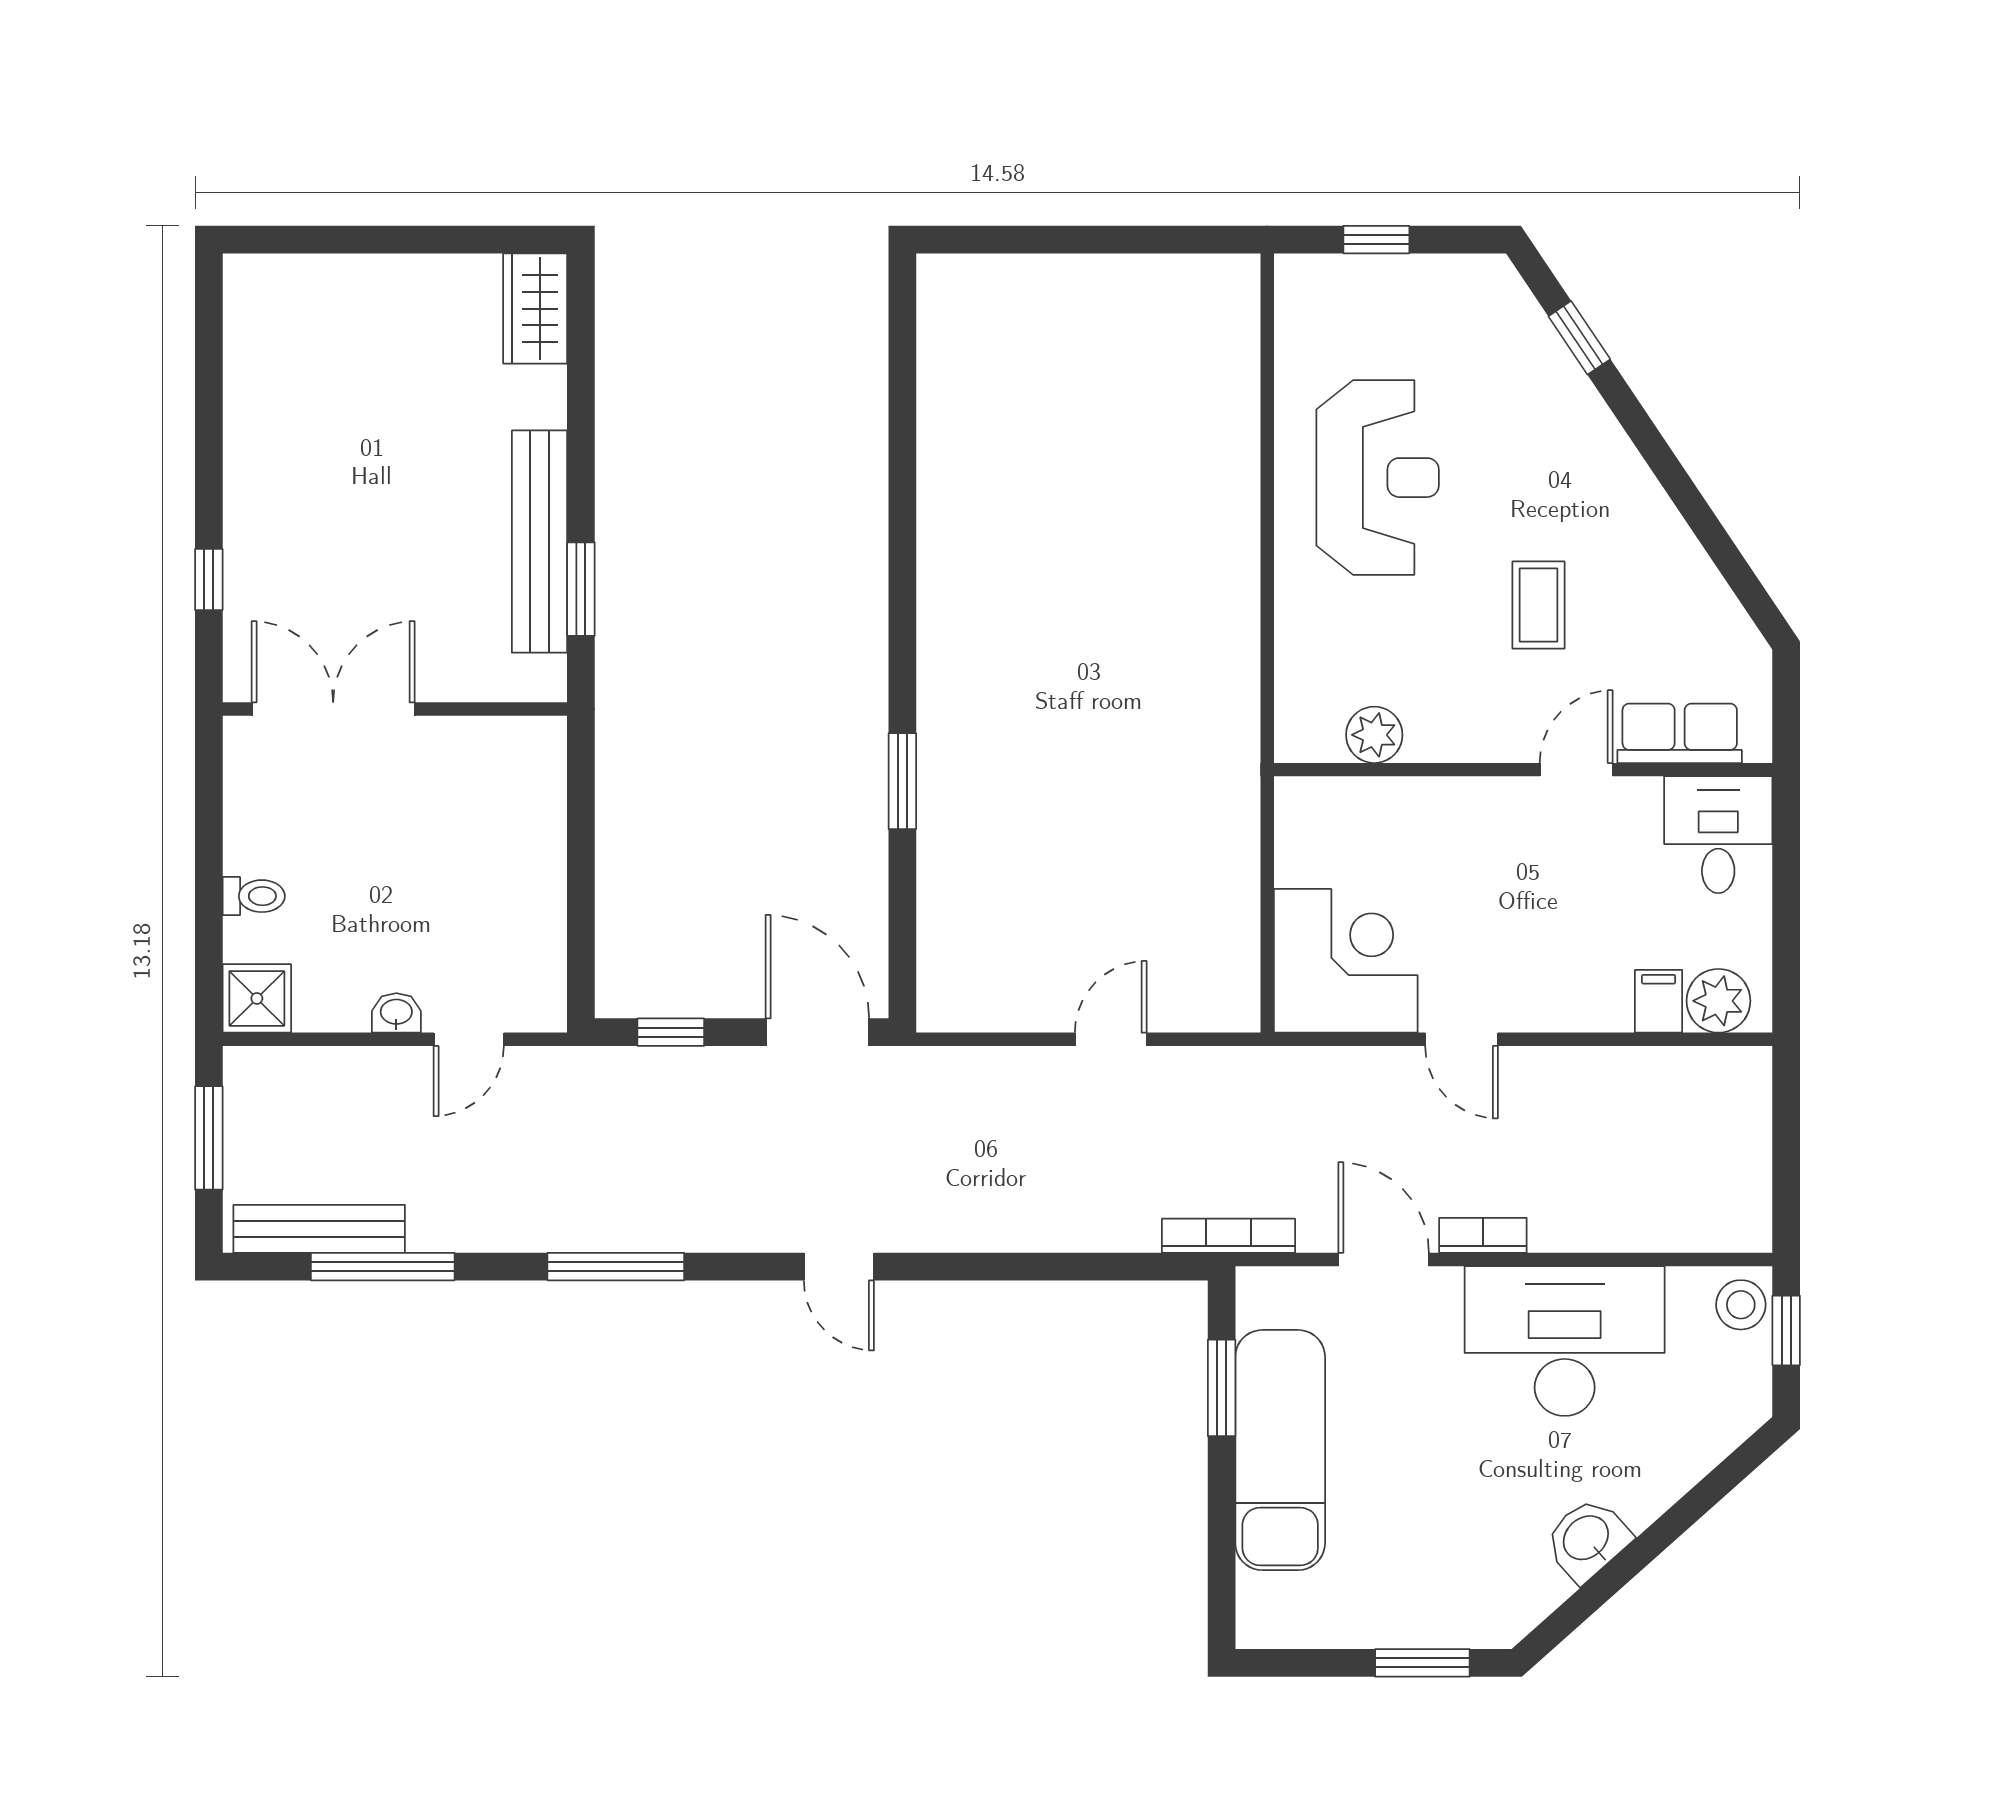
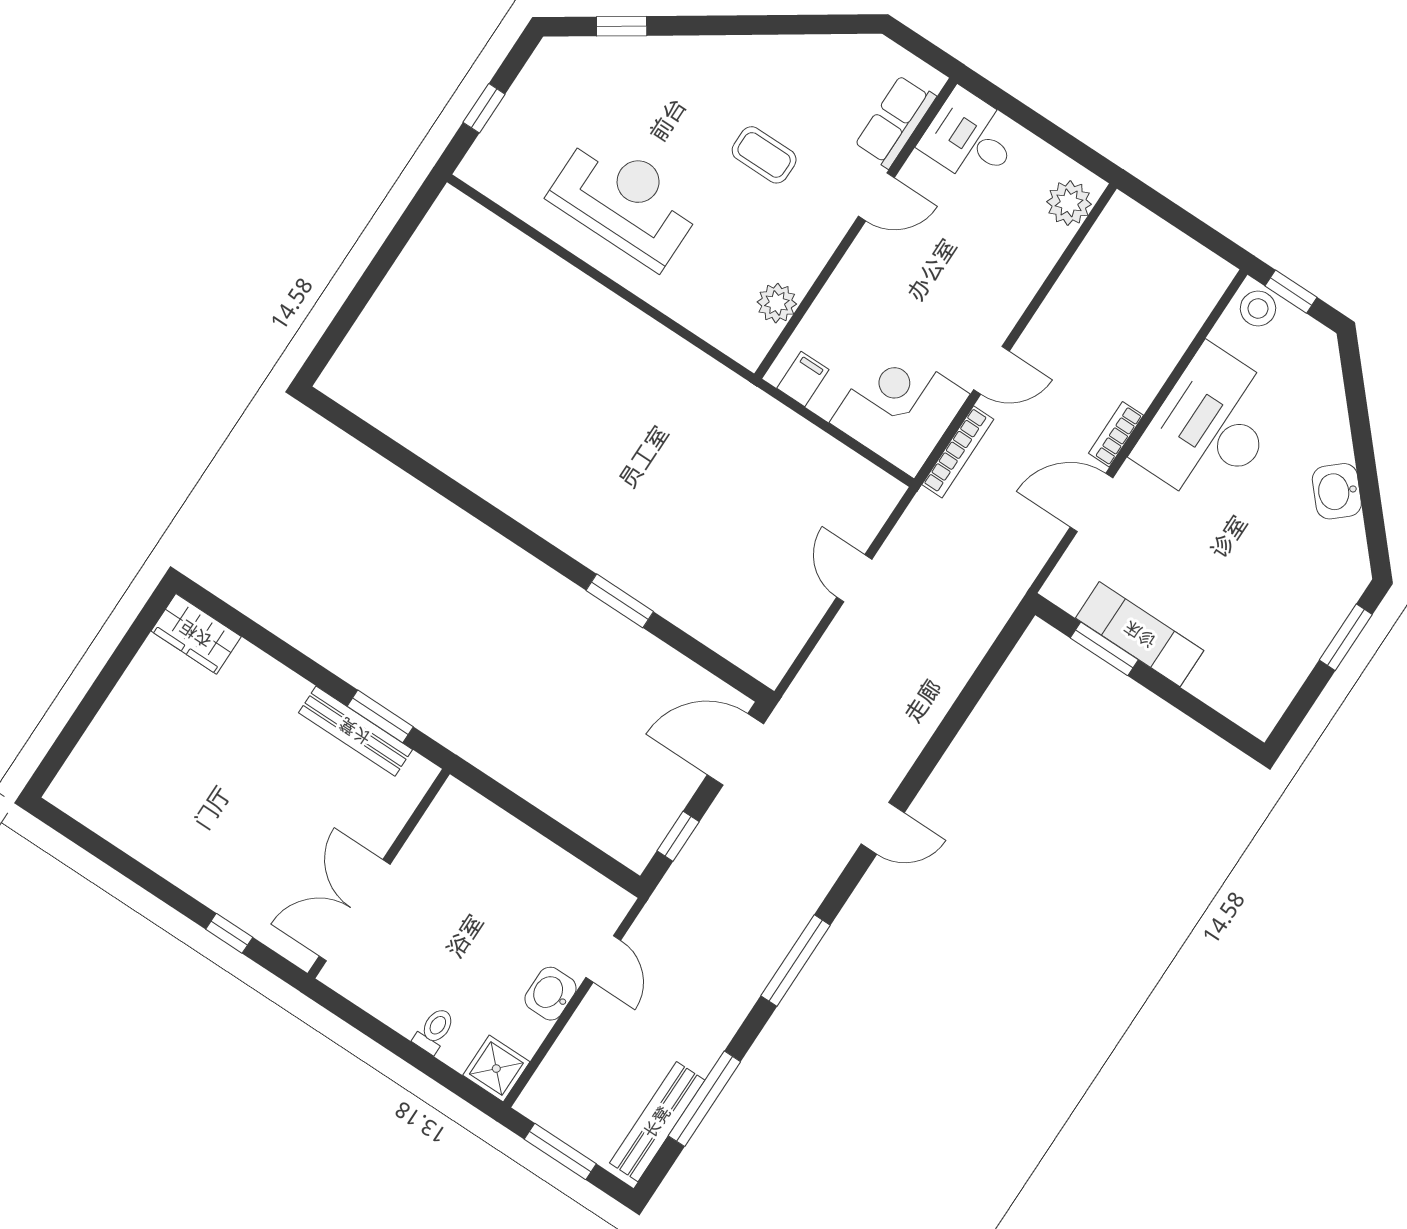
bench: (539, 542) -> (355, 731), width x0.73, depth x0.82
door: (1576, 770) -> (876, 197), swing flipped
filing cabinet: (1659, 1001) -> (803, 379), moved, turned 90
washbasin: (396, 1013) -> (551, 994), width x1.38, depth x1.45
bookcase: (1229, 1236) -> (958, 452), moved, turned 180
exam couch: (1280, 1450) -> (1140, 634), width x0.73, depth x0.69

